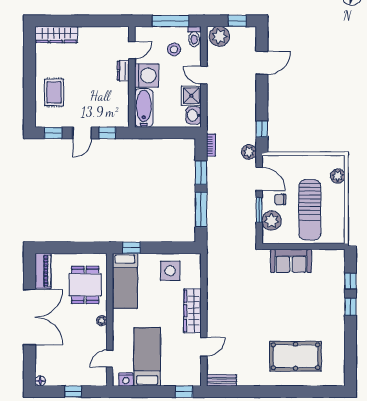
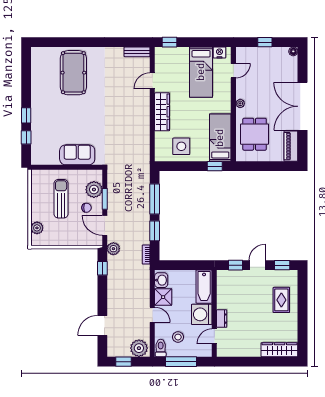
sun lounger: (310, 210) -> (61, 199), width x0.73, depth x0.75
pool table: (295, 356) -> (73, 73), turned 90

